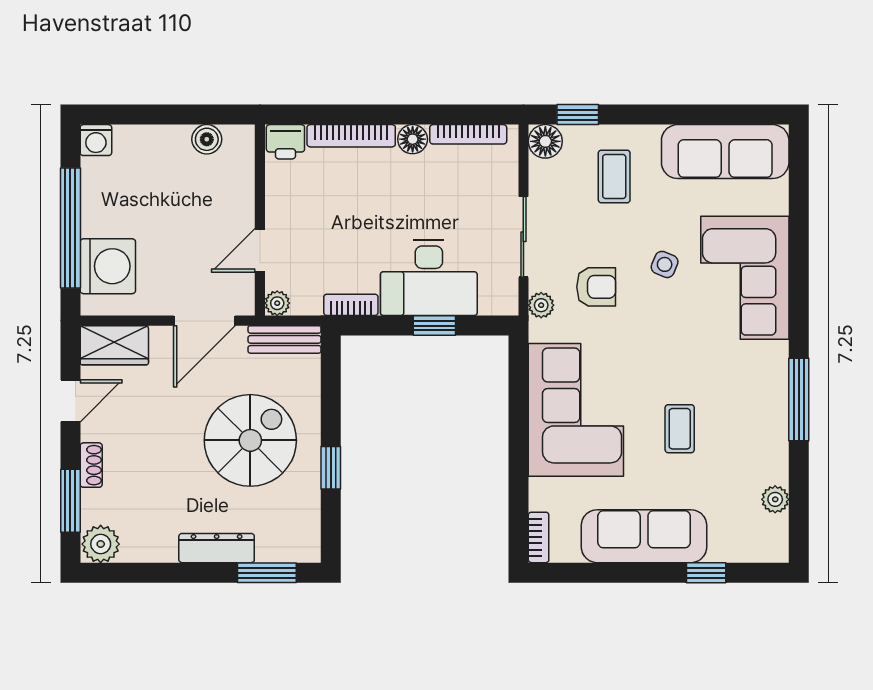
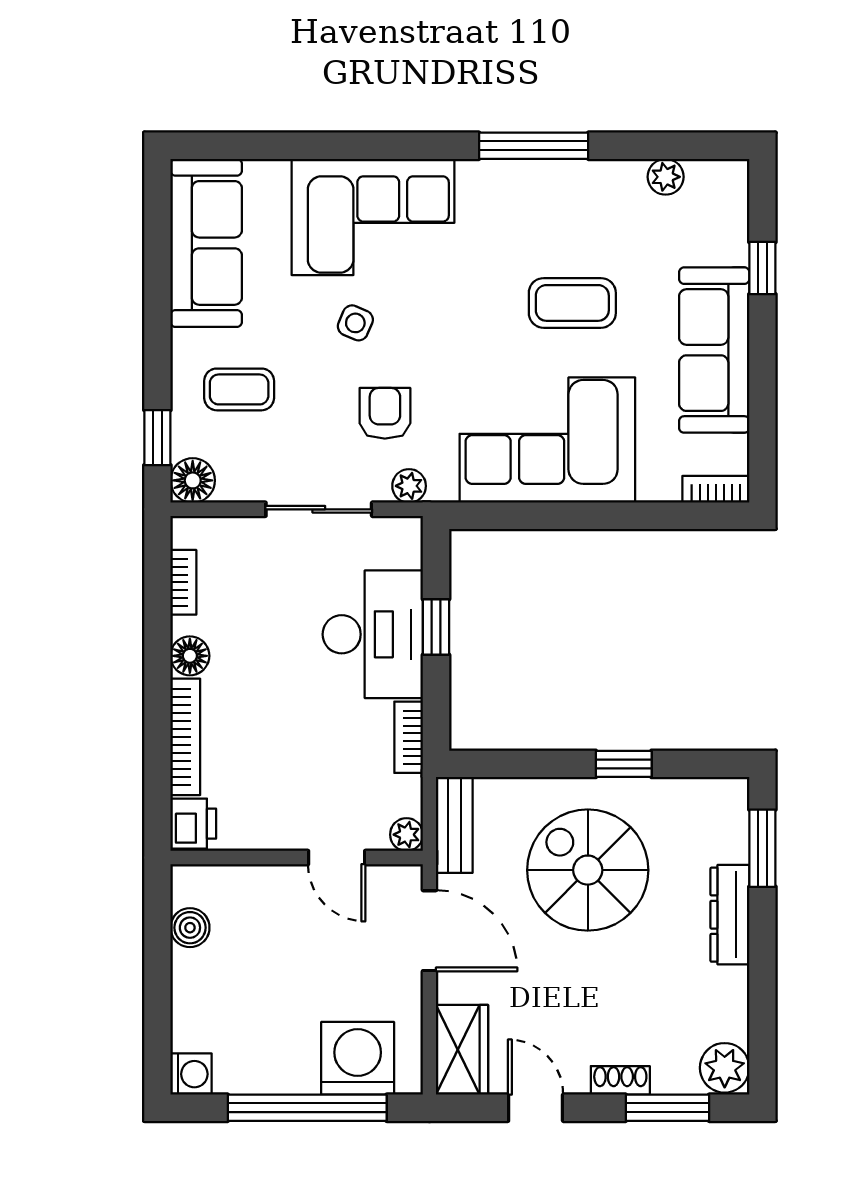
bookcase: (468, 134) -> (183, 582), width x0.64
coffee table: (680, 429) -> (572, 303), width x1.36, depth x1.30

